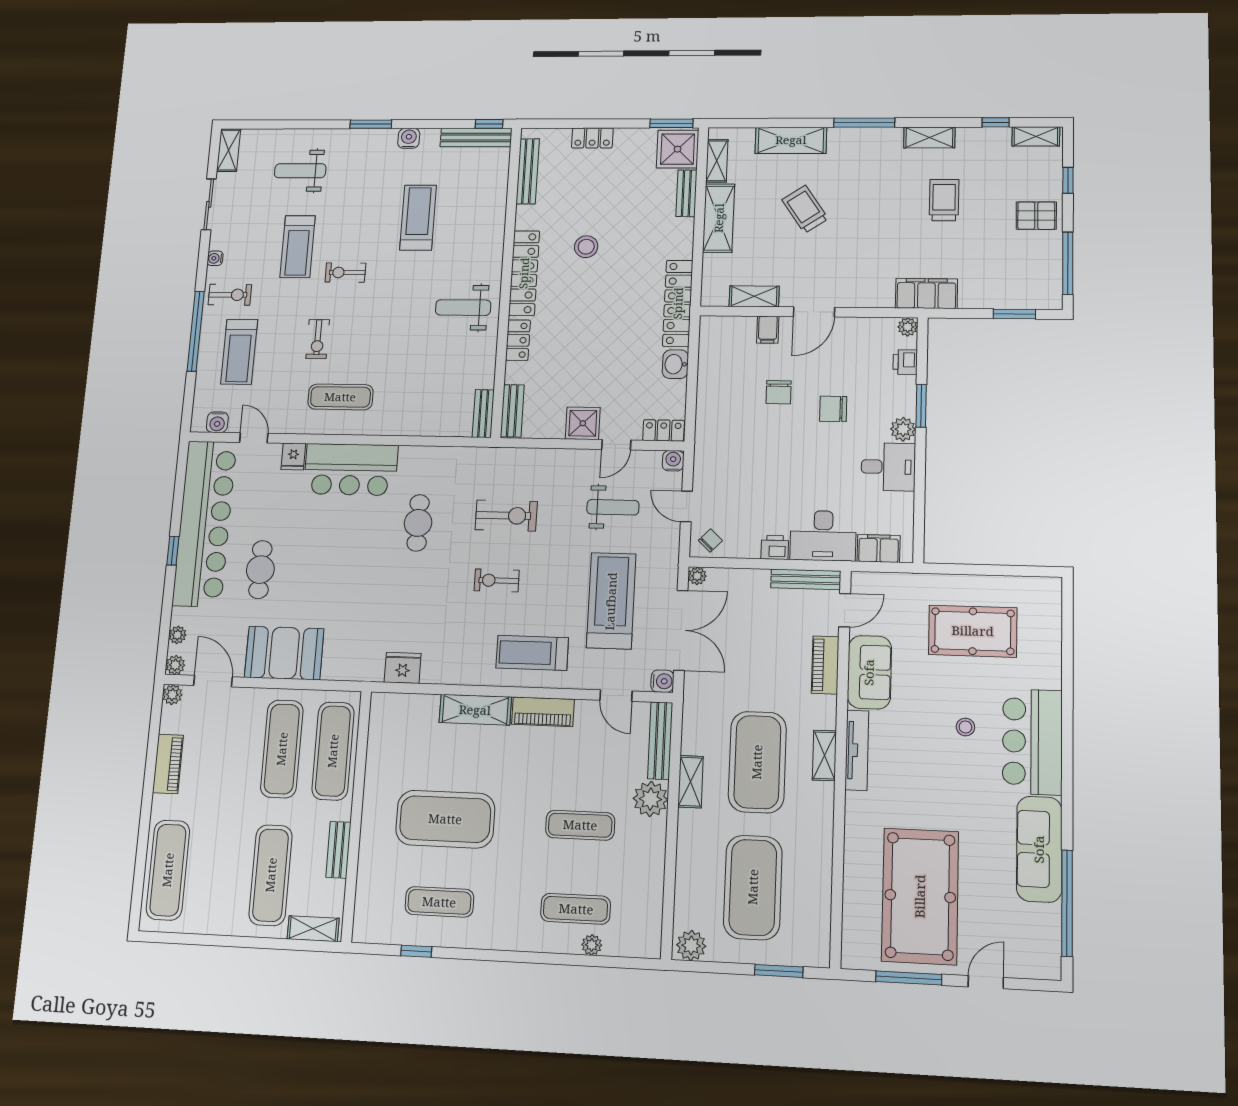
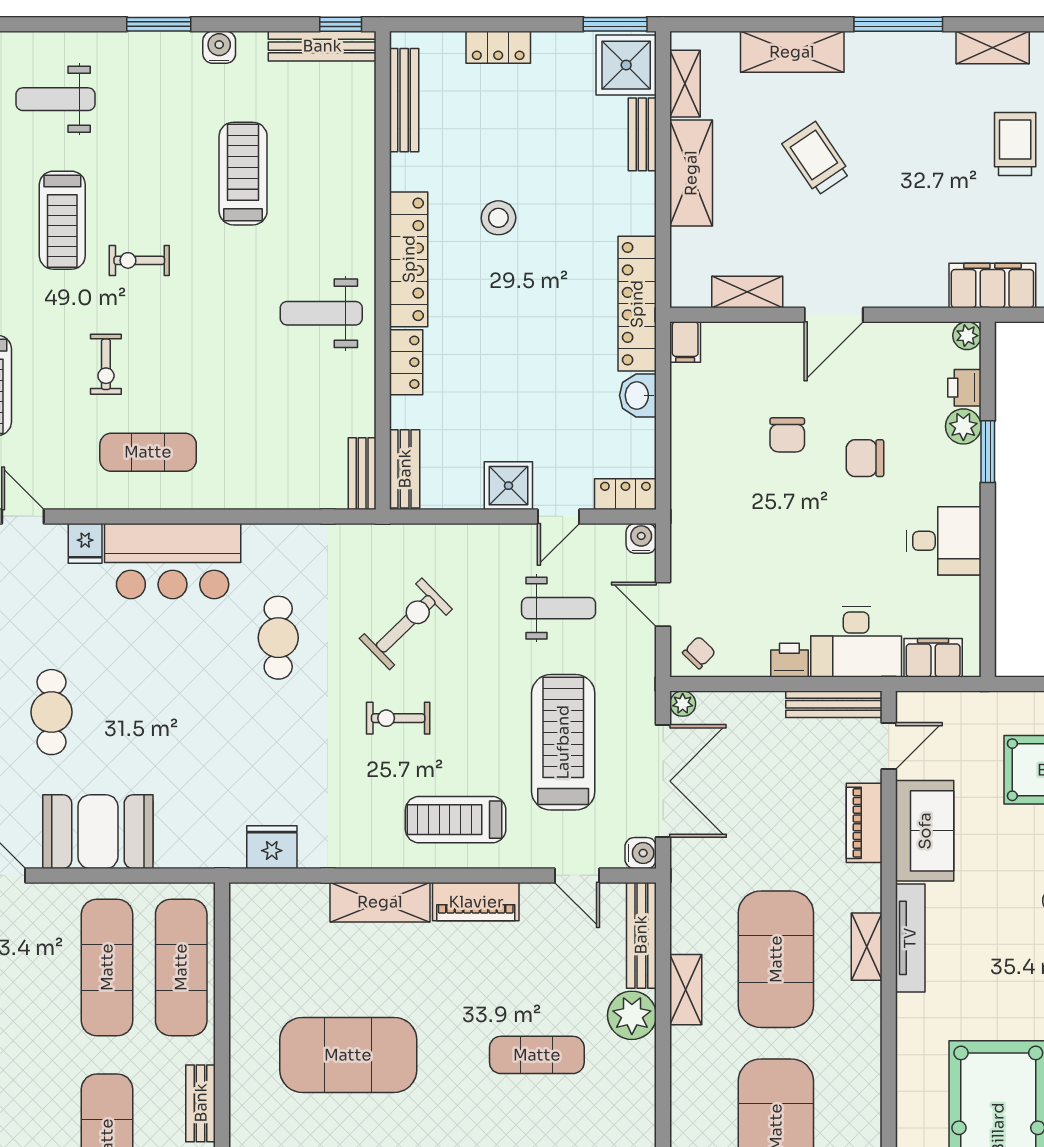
filing cabinet: (768, 330) -> (685, 342), moved
plant: (903, 429) -> (963, 426), moved
exercise bike: (506, 516) -> (406, 624), turned -44

